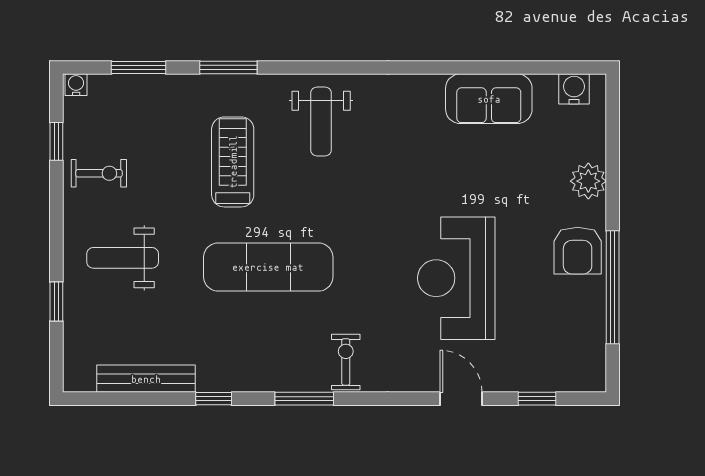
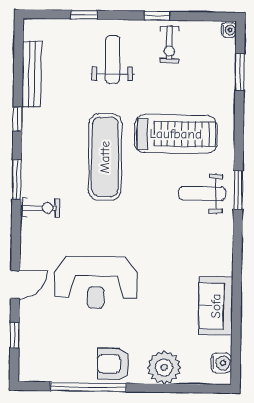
window: (228, 68) -> (238, 190), moved
window: (56, 141) -> (157, 16), moved
treadmill: (233, 162) -> (176, 134), width x1.37, depth x1.38
plant: (588, 181) -> (164, 367), width x1.36, depth x1.36
reception desk: (456, 278) -> (96, 282), turned 180

